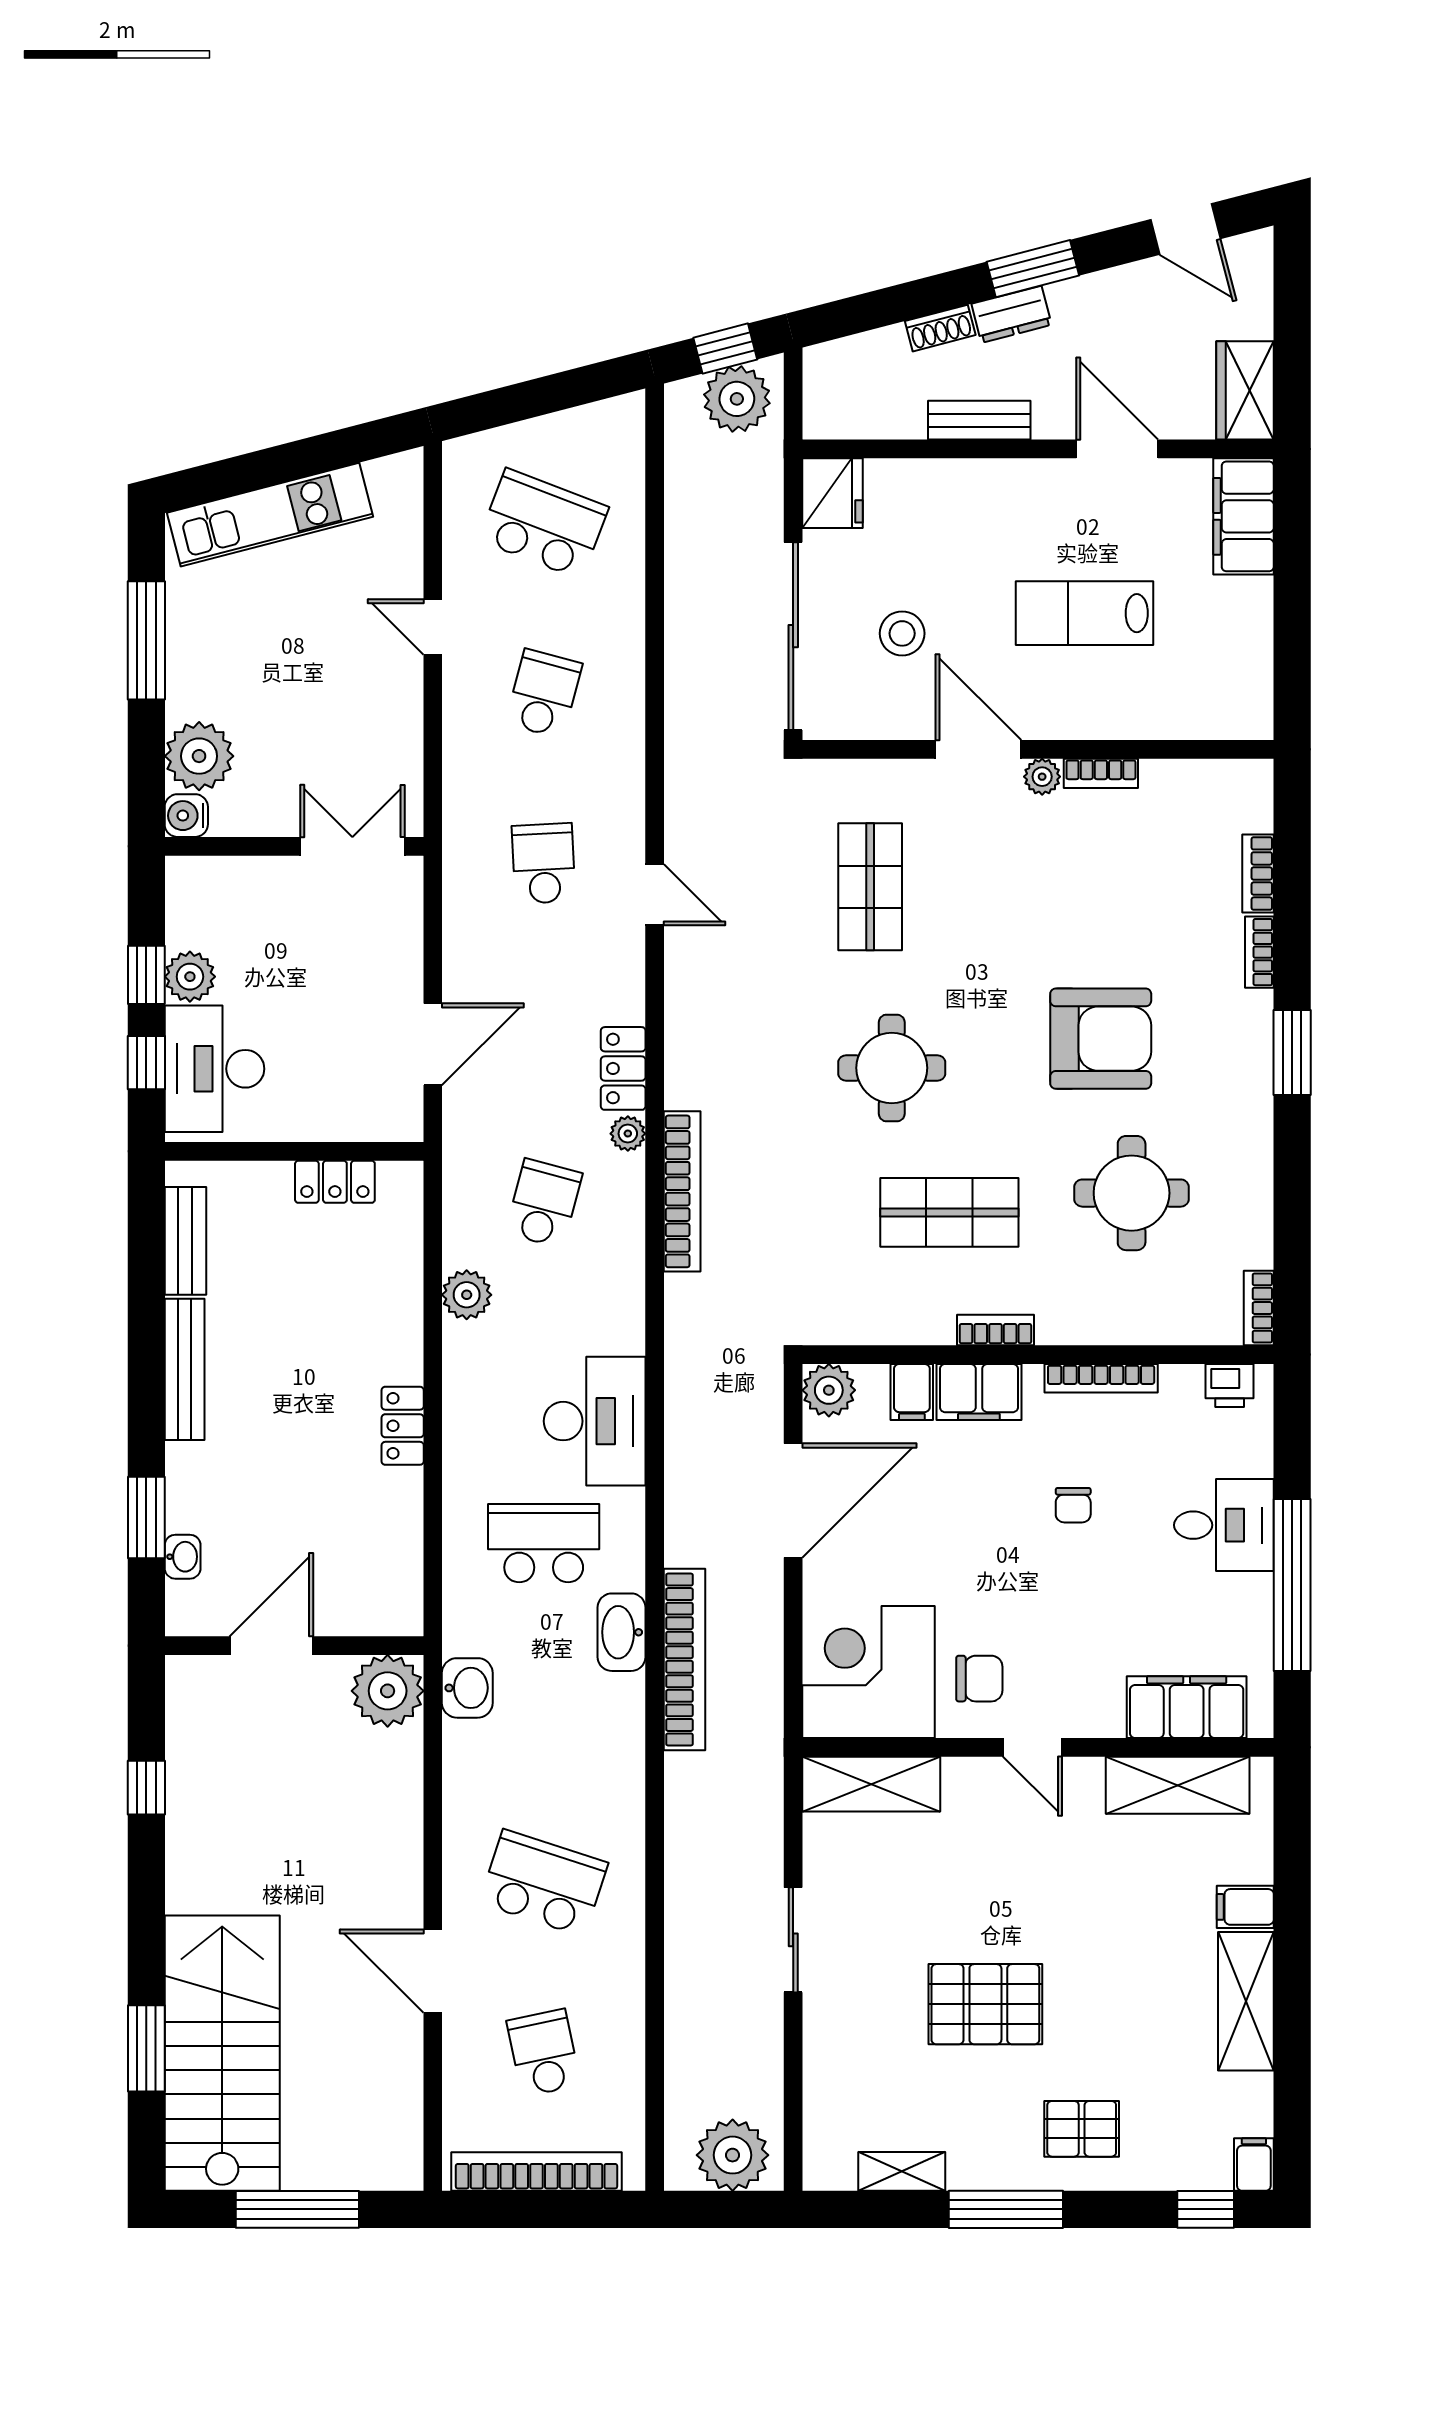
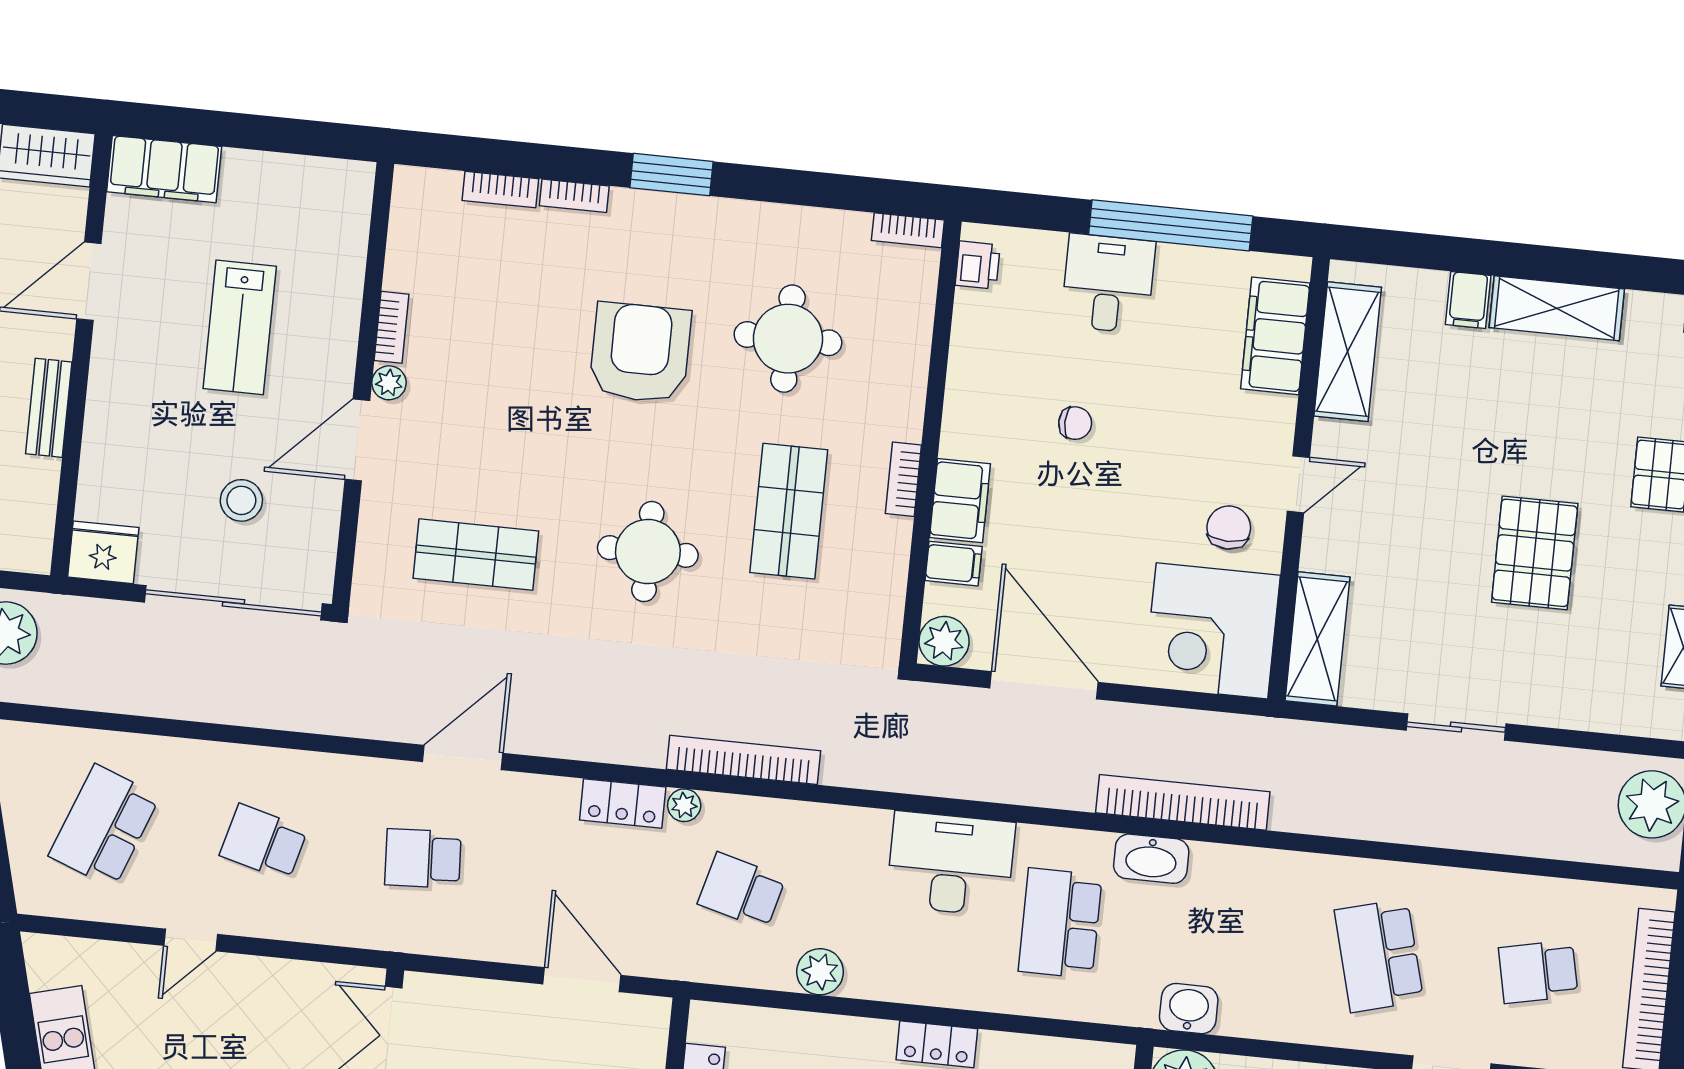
door: (655, 895) -> (463, 757), width x1.38
bookcase: (1101, 1378) -> (959, 385), removed
school desk: (544, 1883) -> (1379, 956), turned -33

